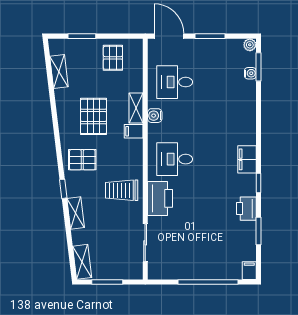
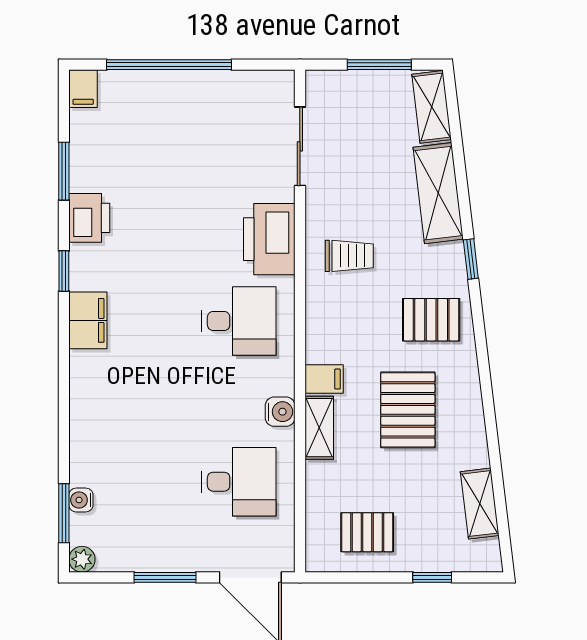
window: (82, 36) -> (432, 577), width x0.67
pallet: (113, 58) -> (367, 532), turned 90
trolley: (122, 190) -> (349, 256), width x0.73, depth x0.72
shelving: (76, 213) -> (438, 193), width x1.50, depth x1.33

